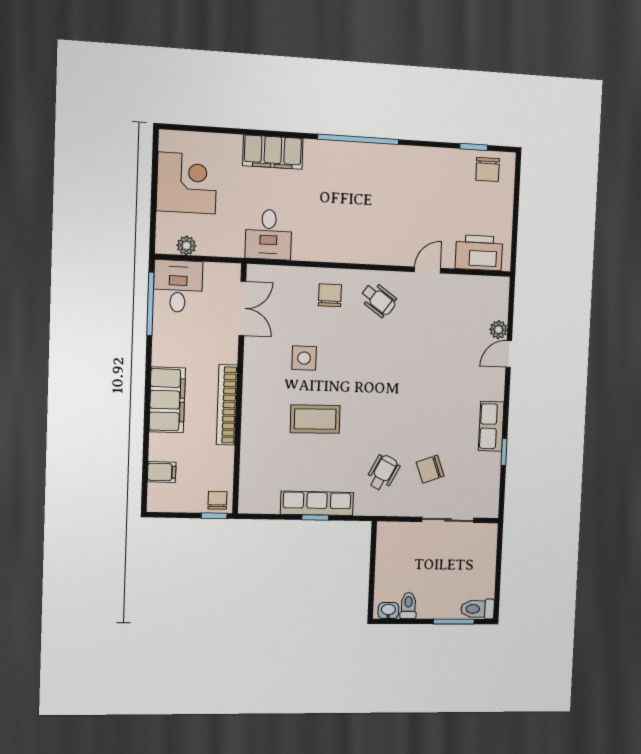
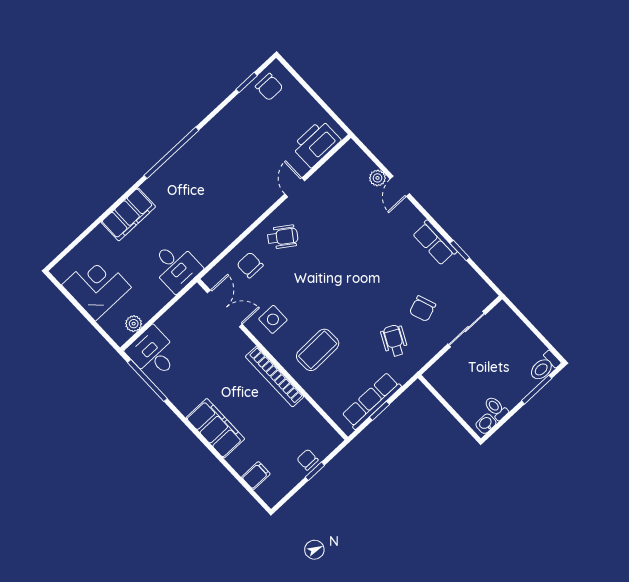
double door: (242, 308) -> (225, 309), moved
wall: (239, 389) -> (273, 360), moved
bookcase: (227, 405) -> (275, 377), moved

